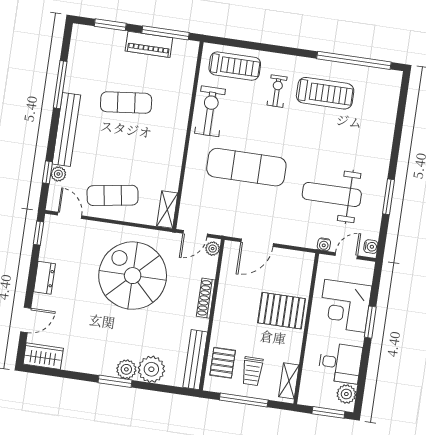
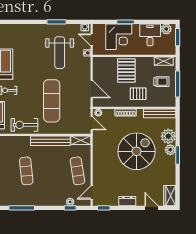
bench: (66, 130) -> (50, 141), moved
spiral stairs: (133, 276) -> (137, 151), moved, turned 180
pallet: (223, 363) -> (138, 94), moved

